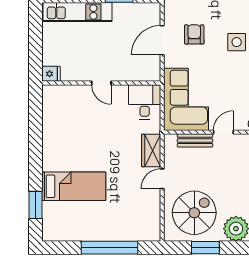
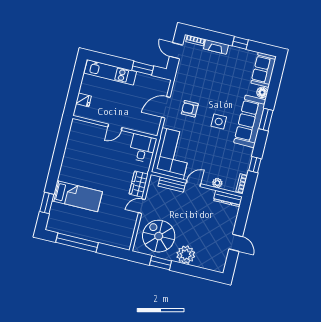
armchair: (194, 34) -> (190, 109), turned -90
fridge: (51, 74) -> (84, 100), moved
door: (101, 83) -> (115, 127), hinge flipped
spiral stairs: (194, 213) -> (159, 236), turned -90
window: (109, 248) -> (77, 243), moved

